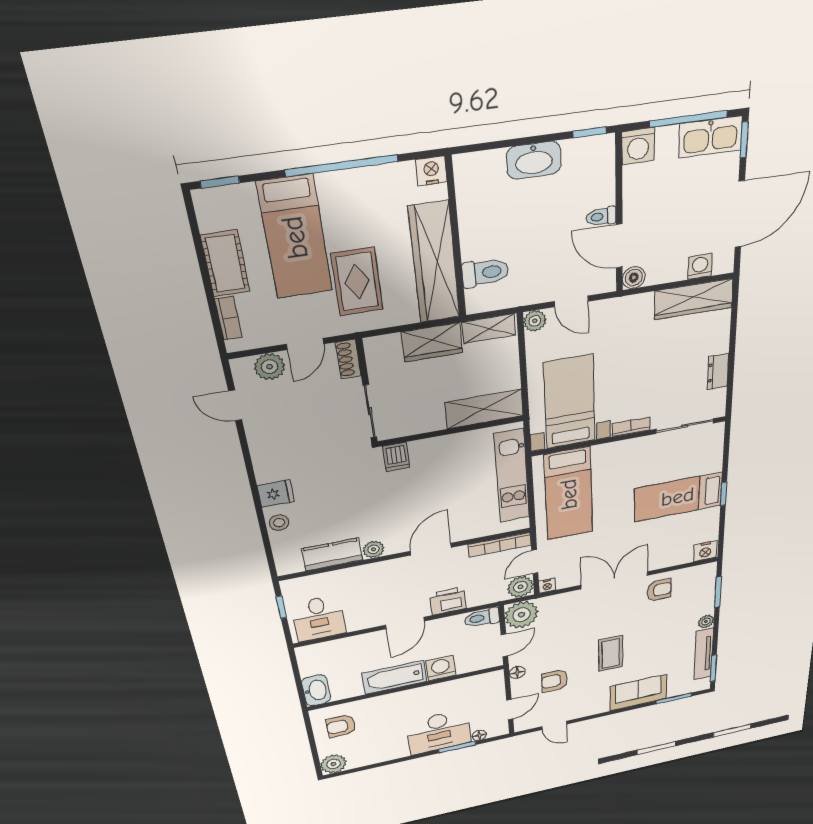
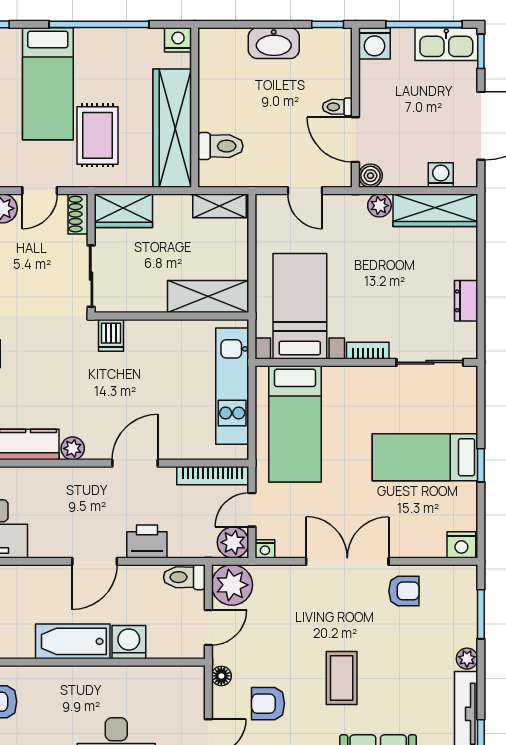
plant: (535, 321) -> (379, 206), moved
wardrobe: (432, 342) -> (123, 211), moved

